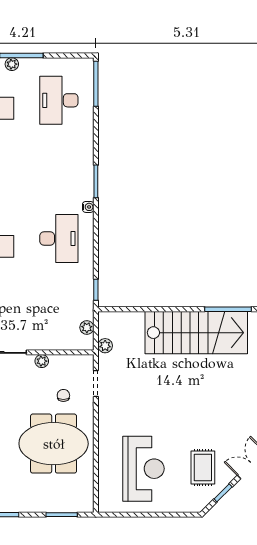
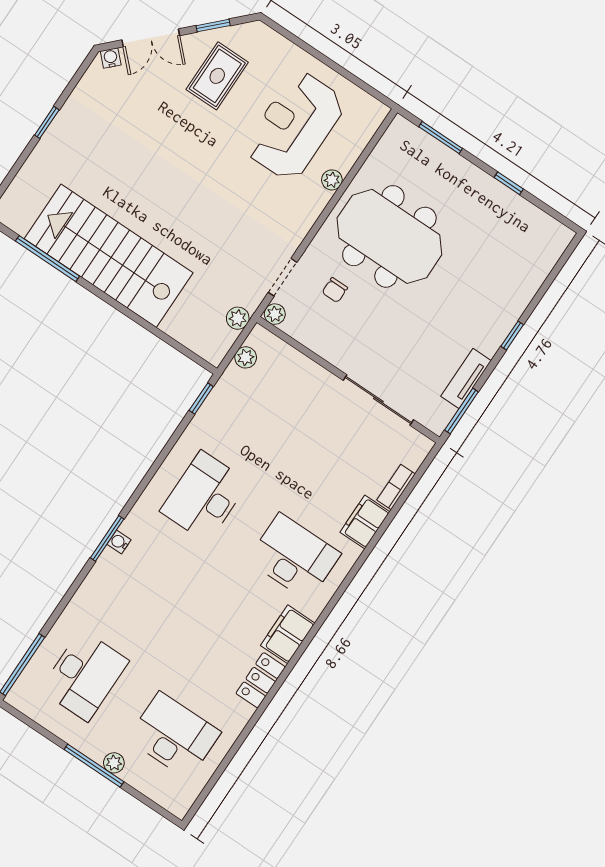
water cooler: (88, 207) -> (119, 542), moved
plant: (42, 361) -> (275, 314), moved
plant: (104, 453) -> (332, 180), added

